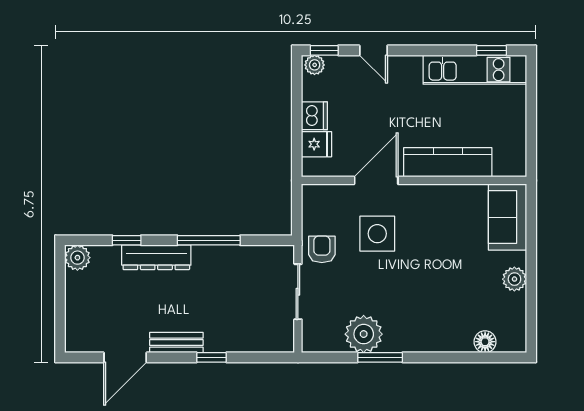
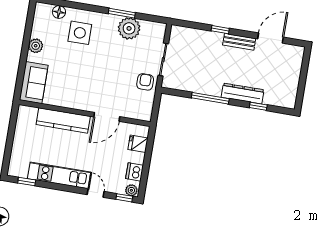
kitchen unit: (475, 70) -> (59, 175), moved
dishwasher: (314, 116) -> (135, 172), moved
side table: (377, 234) -> (80, 33), moved
armchair: (322, 249) -> (145, 82), turned 180
plant: (77, 258) -> (289, 101), removed

